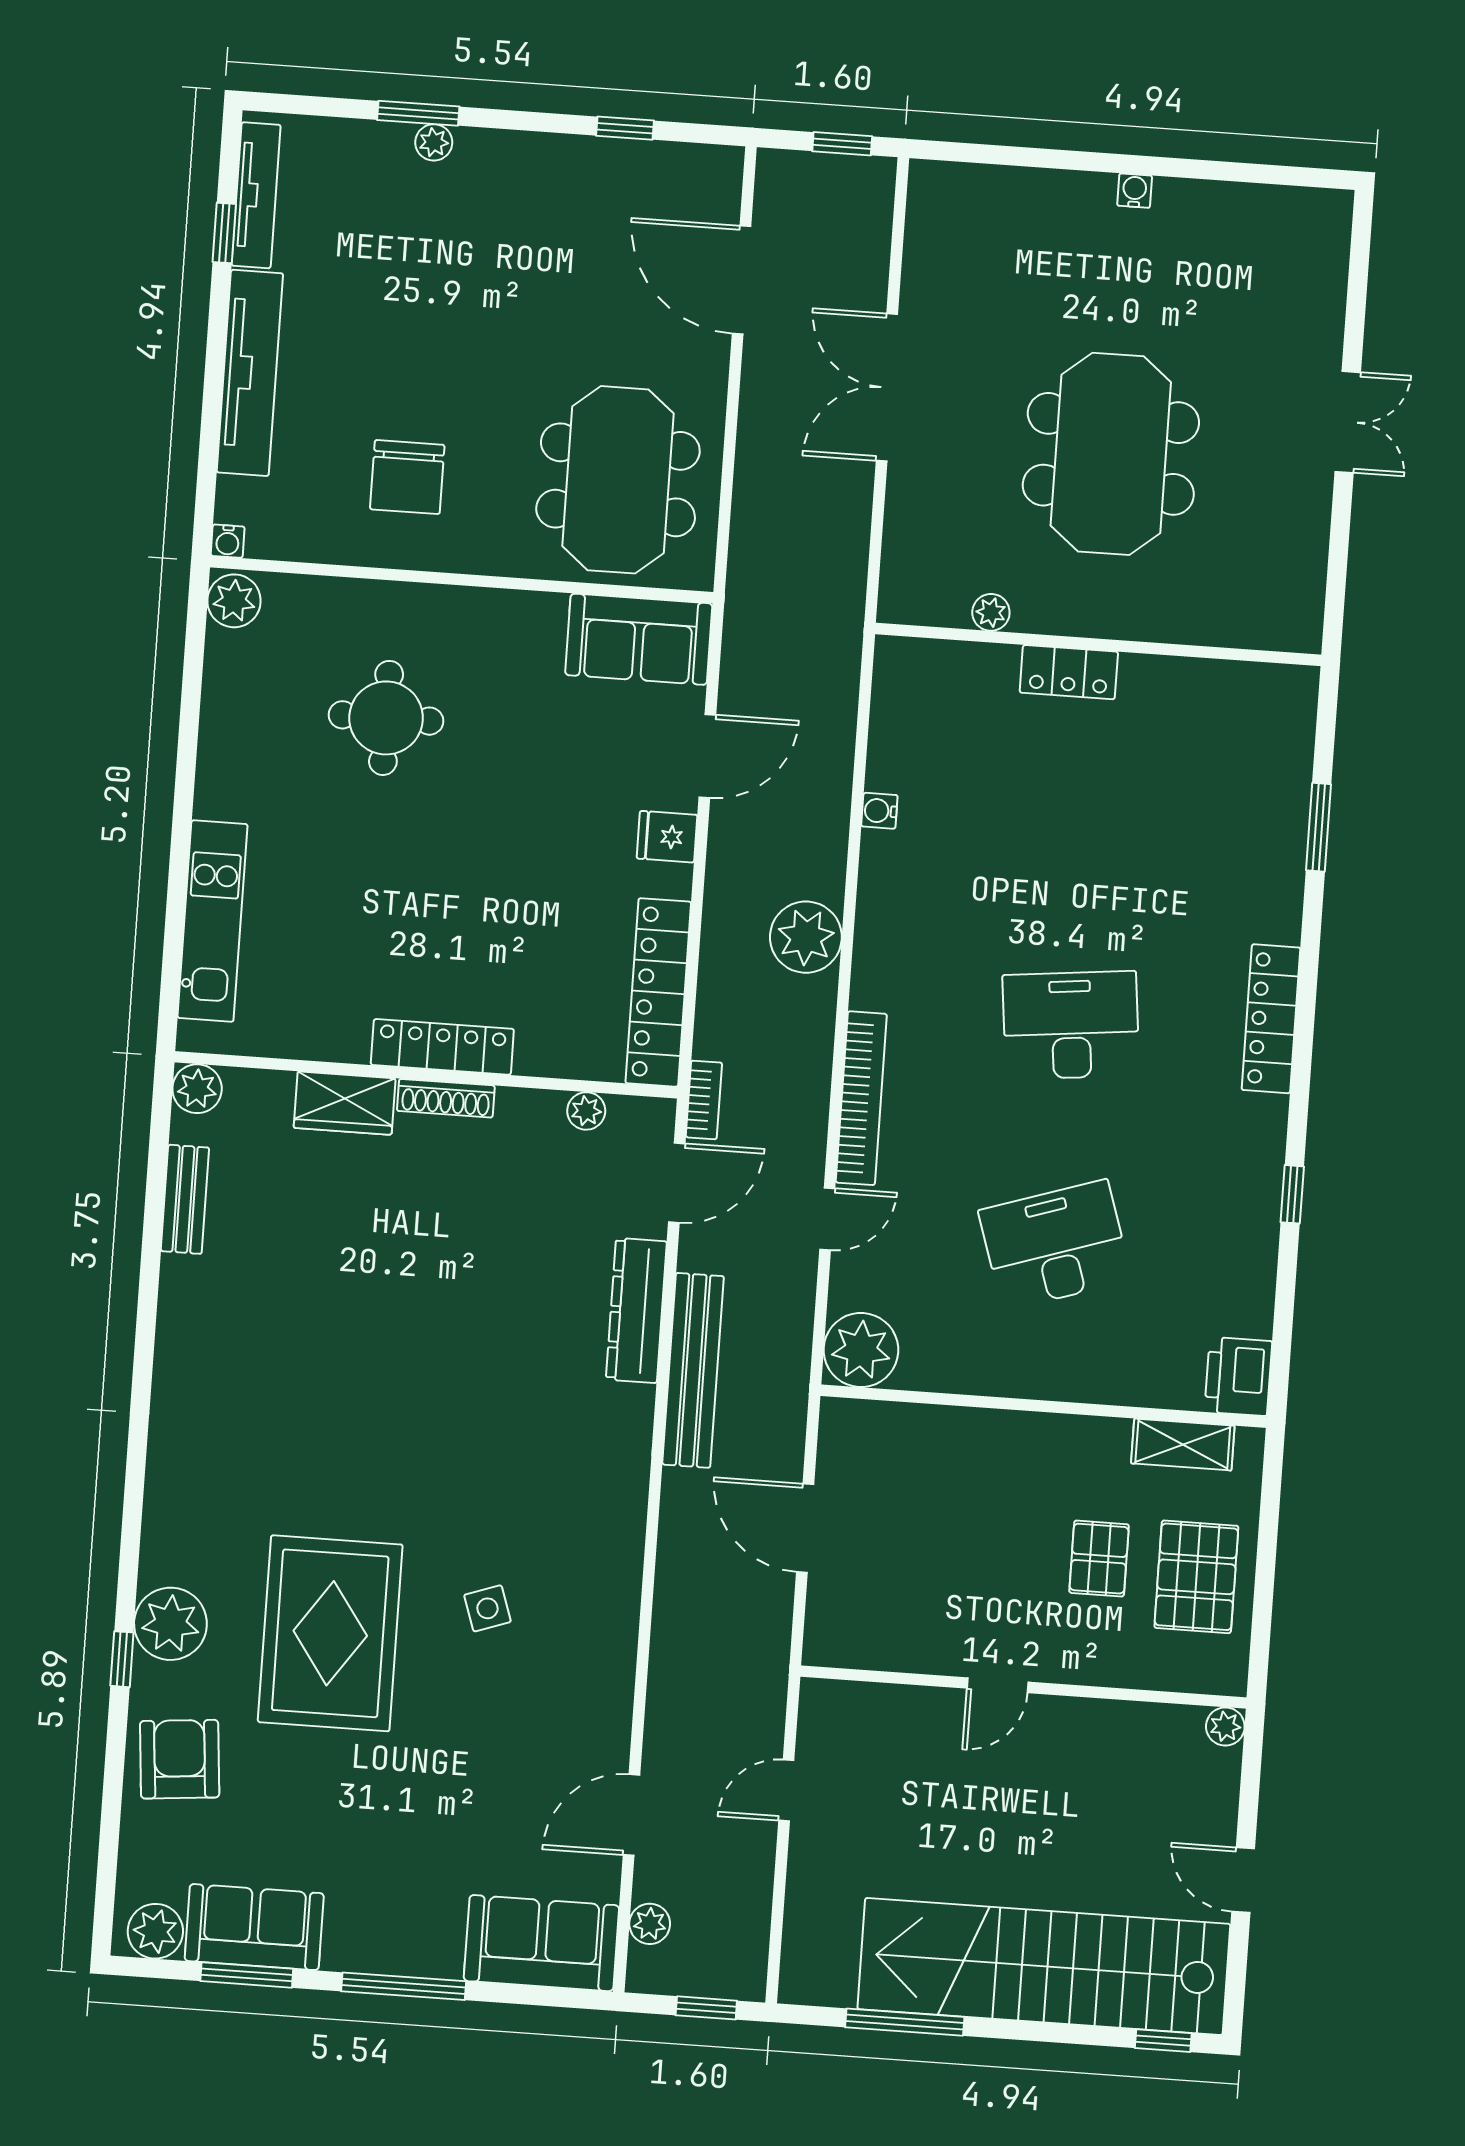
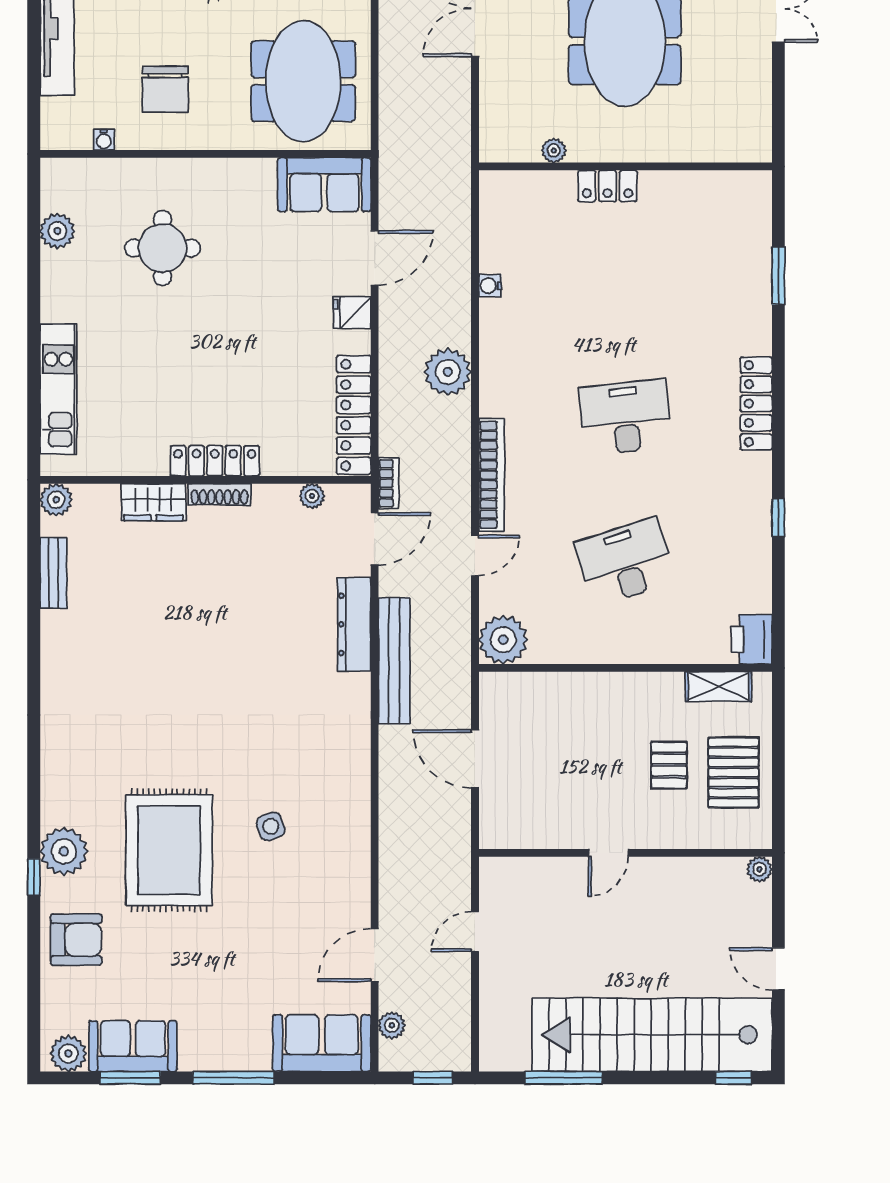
water cooler: (228, 541) -> (104, 140), moved
plant: (234, 601) -> (57, 231), moved
armchair: (180, 1759) -> (76, 940), turned 95

